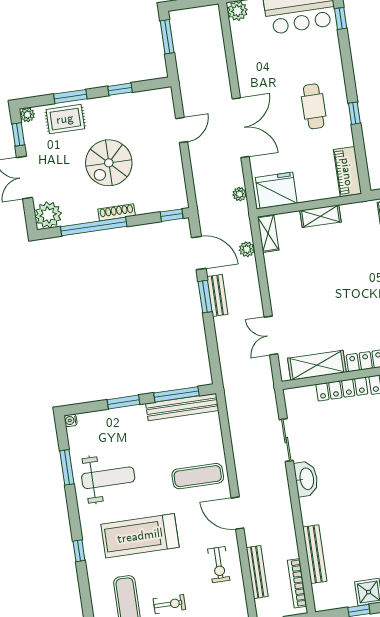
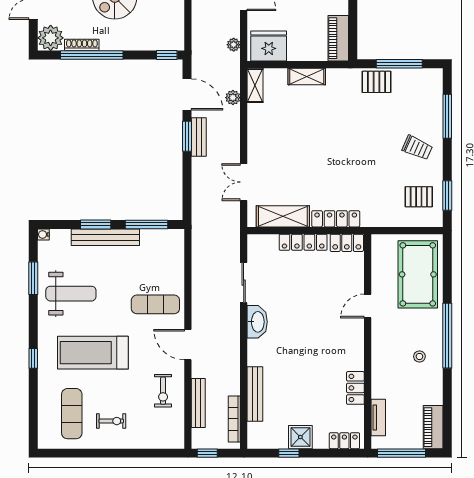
shoe rack: (117, 212) -> (82, 45), moved
bench: (182, 407) -> (105, 237), moved

